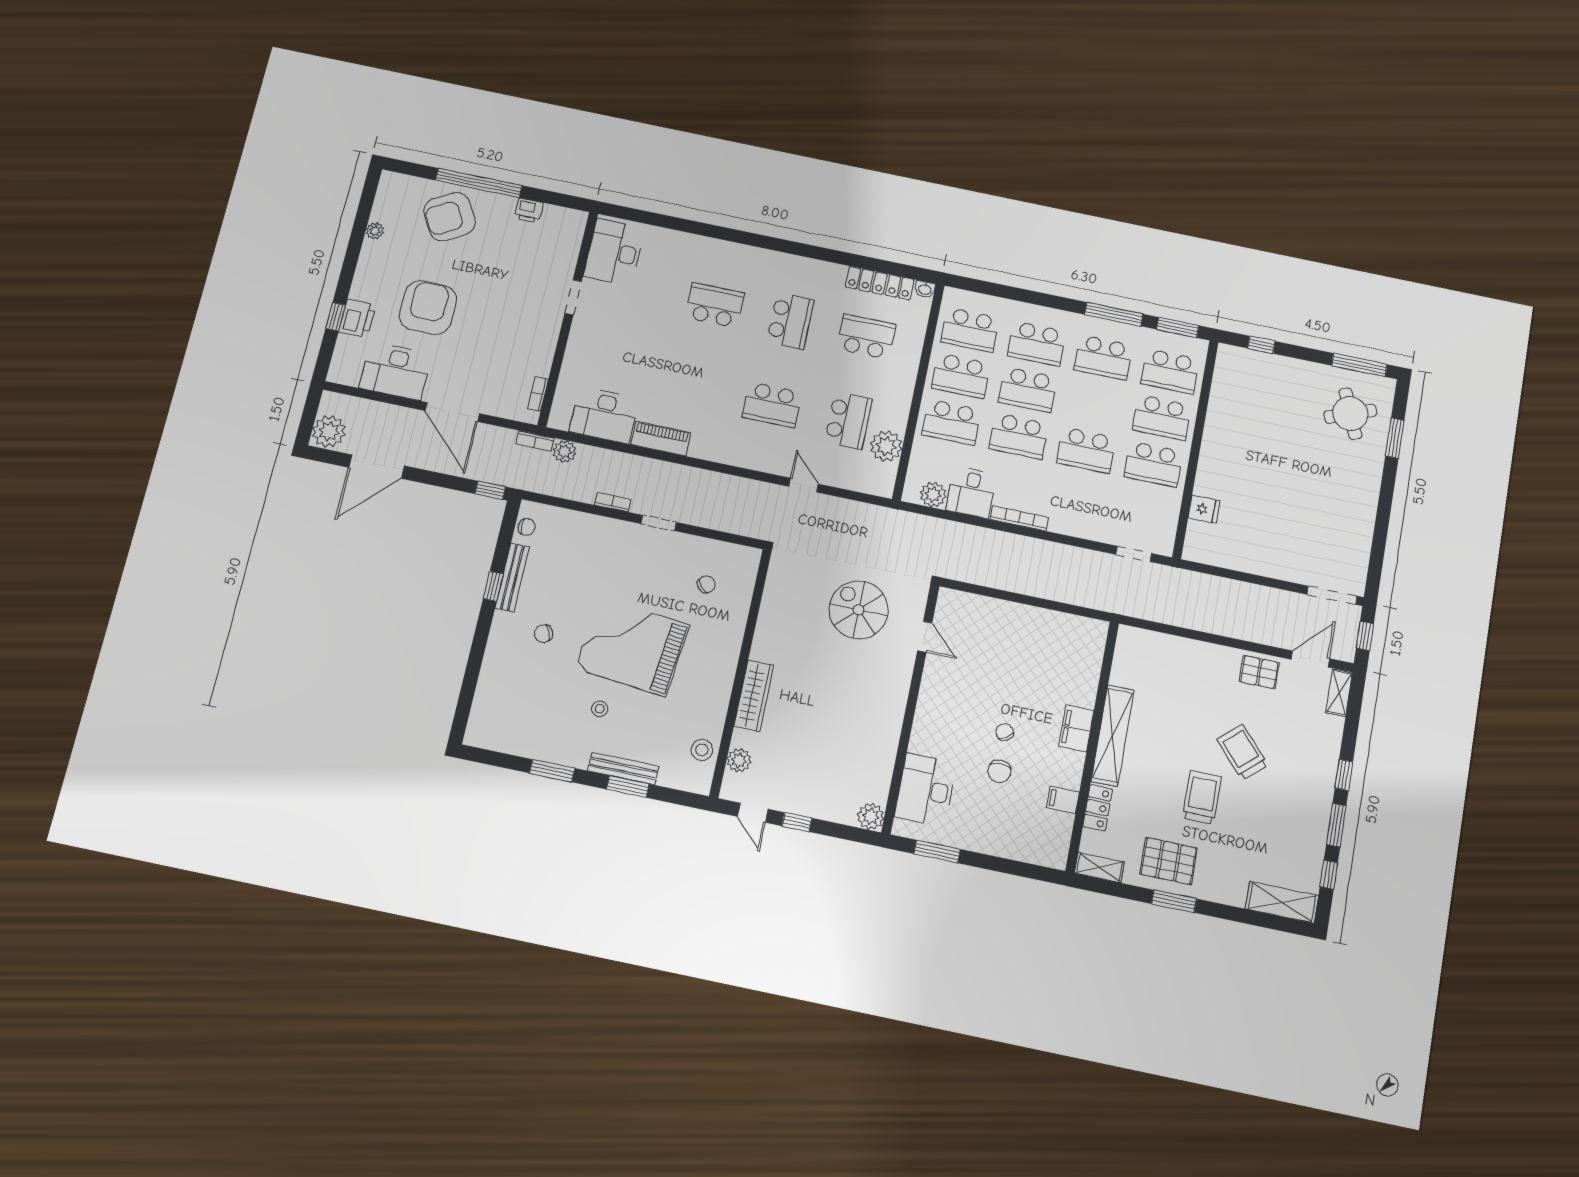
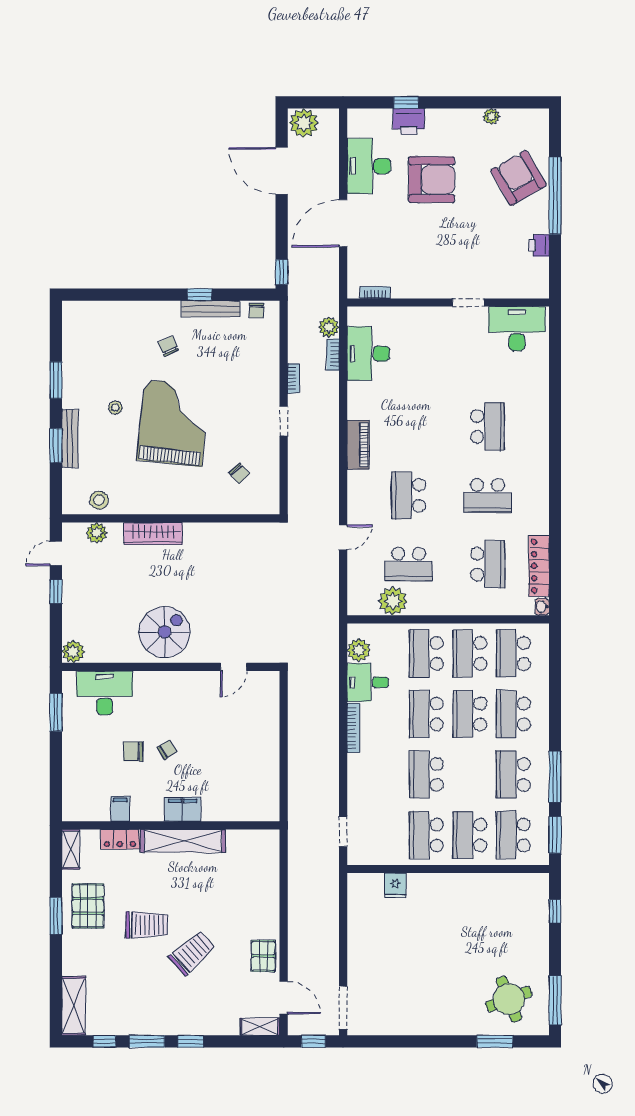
piano: (661, 439) -> (358, 445), moved
bookcase: (535, 441) -> (333, 355), moved
spiral stairs: (859, 610) -> (165, 632), moved

